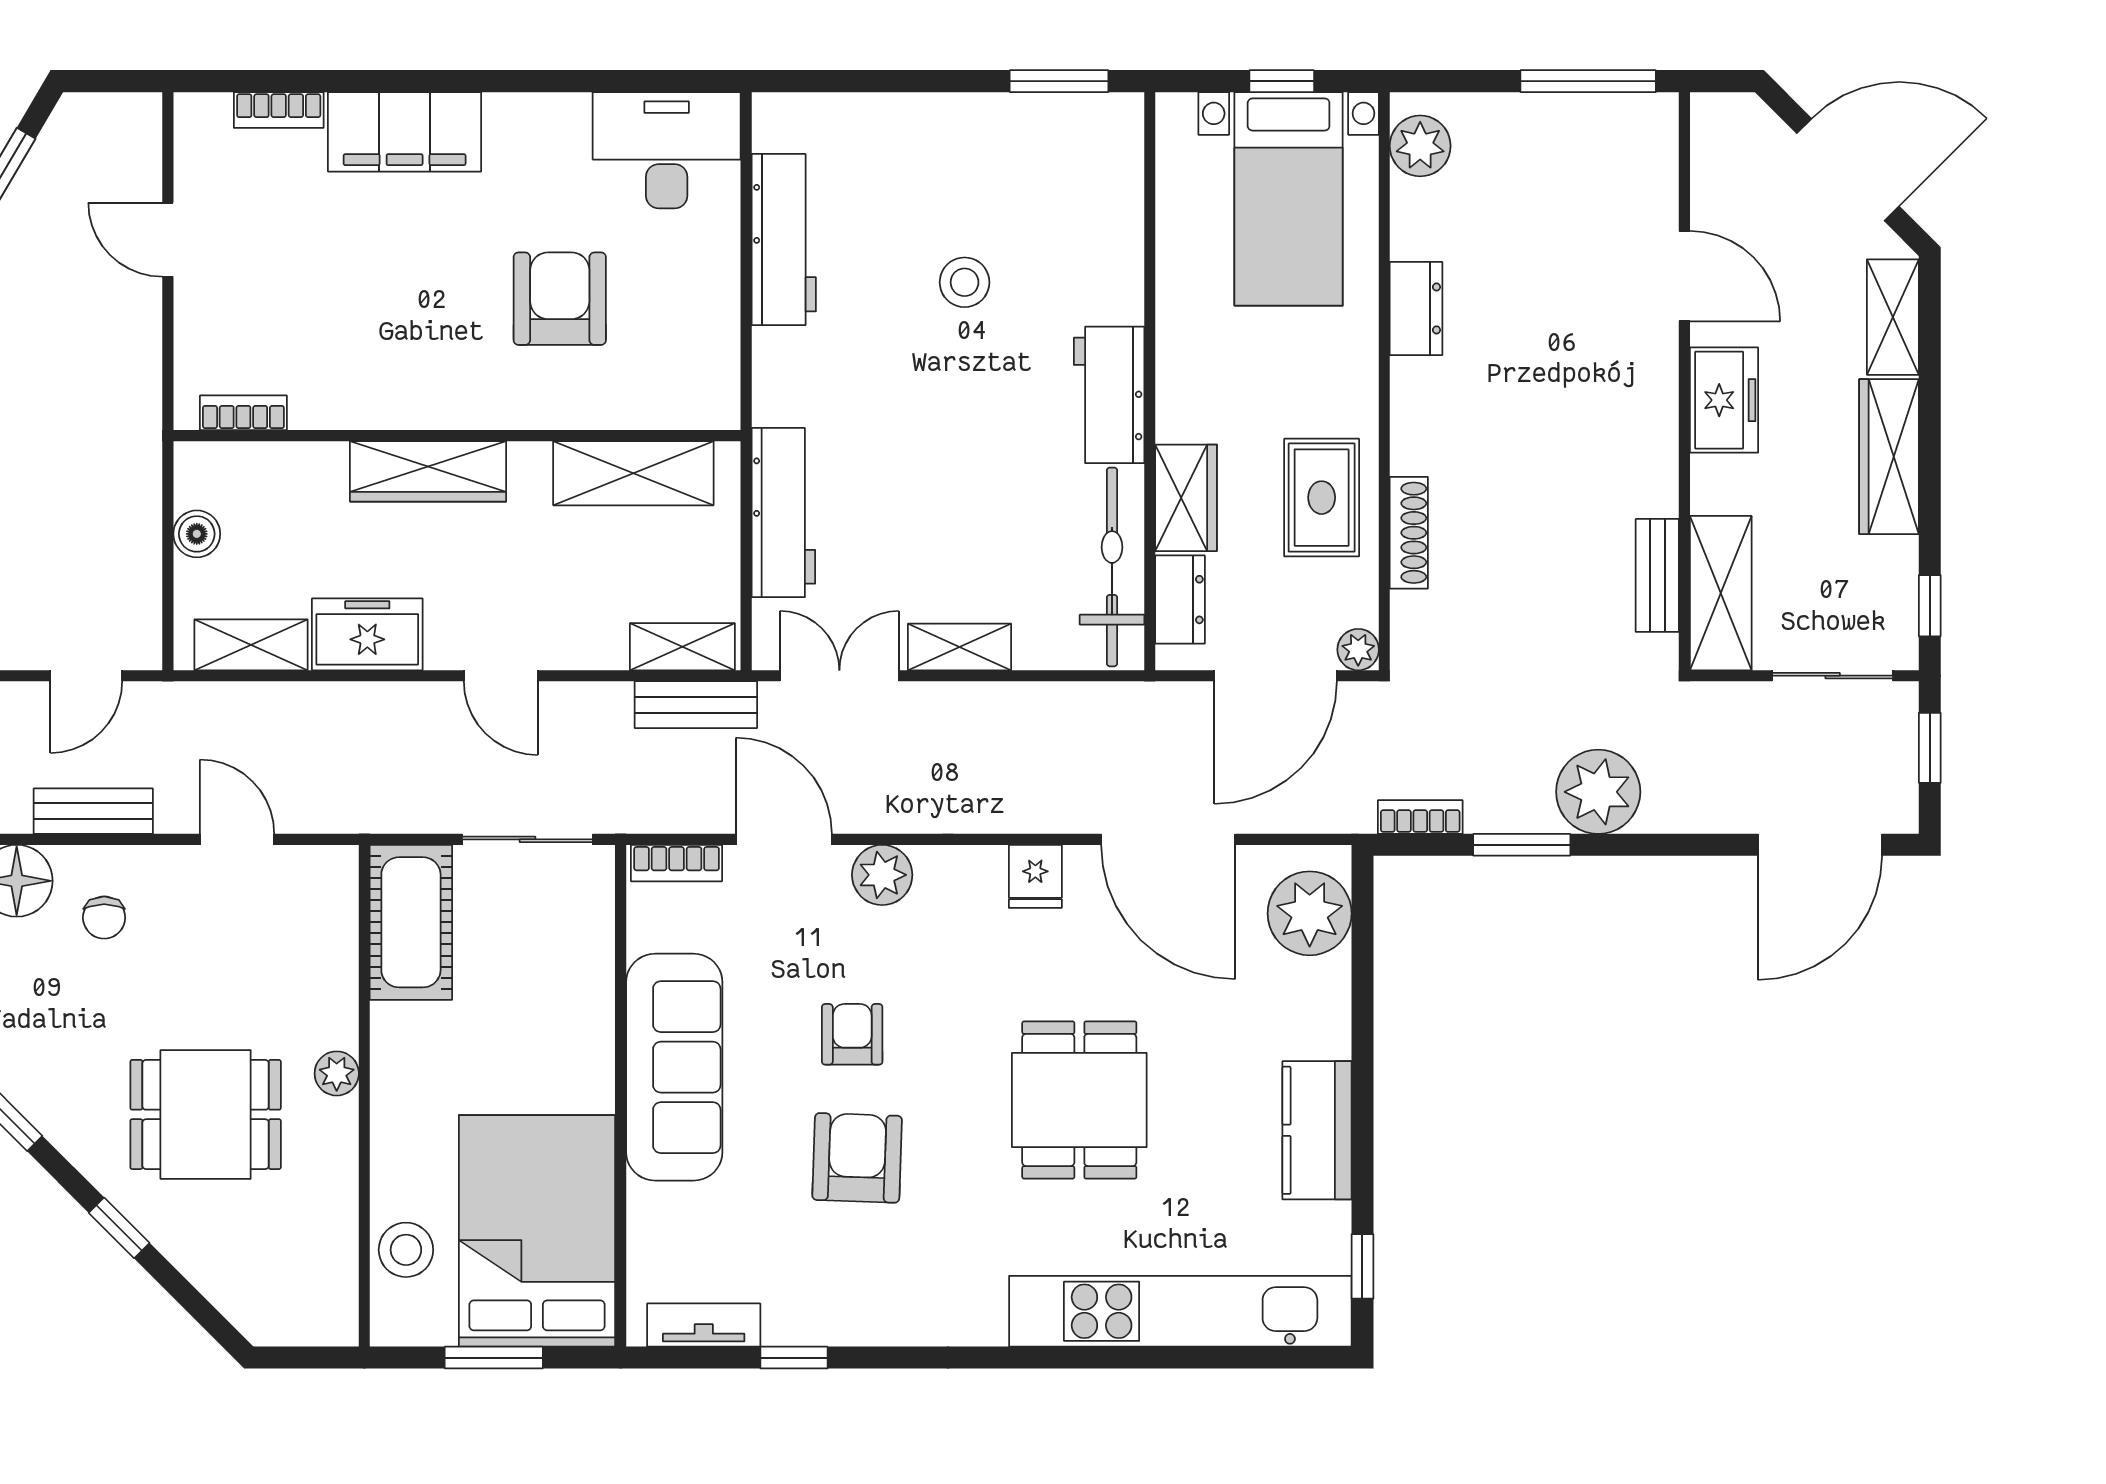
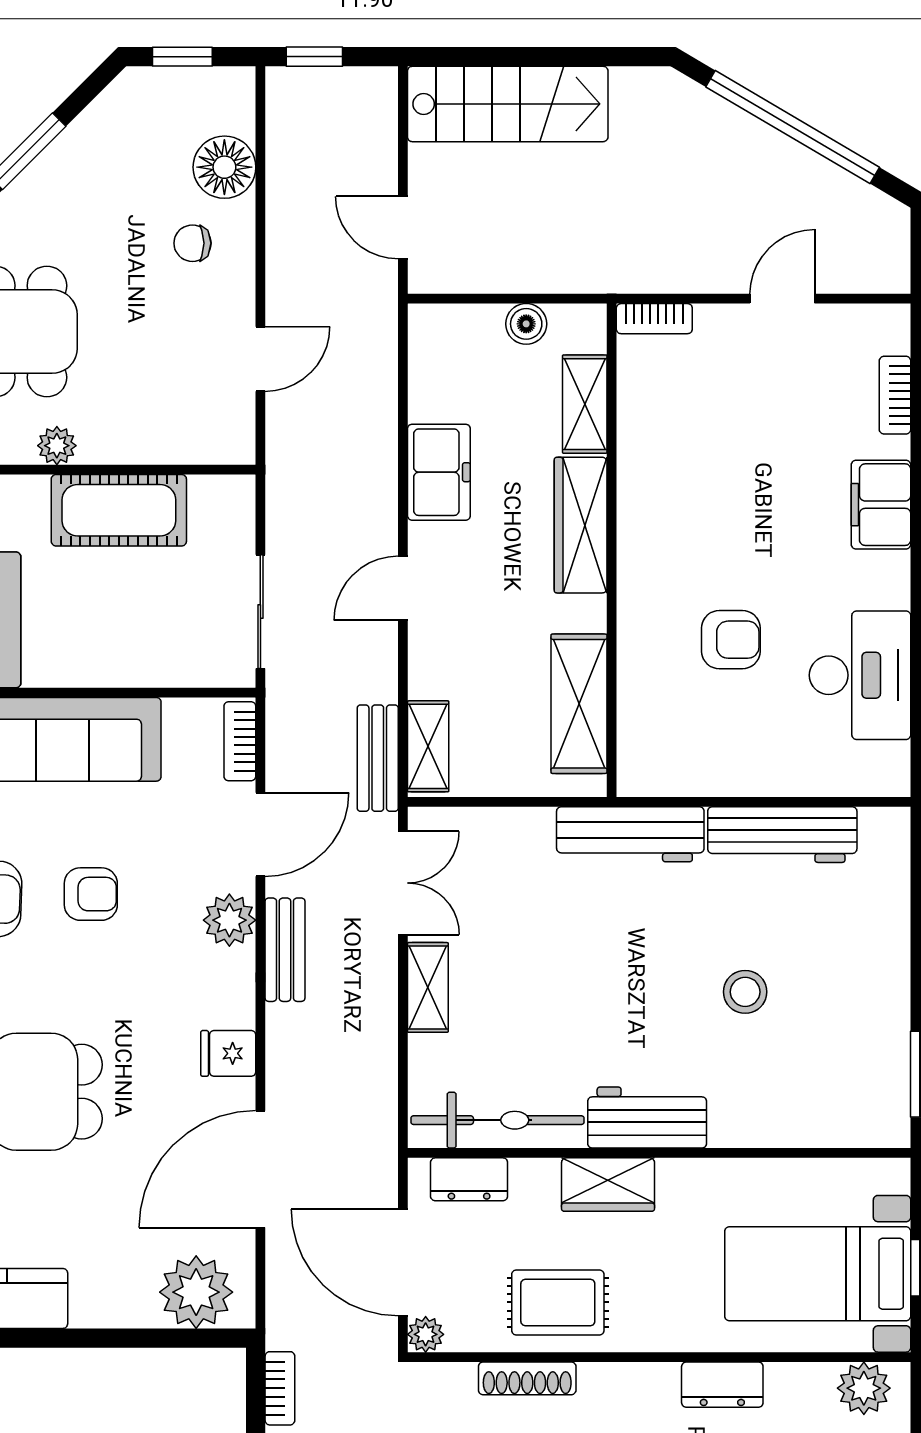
filing cabinet: (405, 132) -> (881, 505), width x0.67, depth x0.86
desk: (667, 150) -> (860, 675), moved
armchair: (560, 299) -> (731, 640), width x0.72, depth x0.72
bookcase: (243, 413) -> (654, 319), moved, turned 90
wardrobe: (1186, 498) -> (608, 1185), moved
workbench: (783, 513) -> (630, 834), moved
shelving: (251, 645) -> (585, 404), moved
bench: (93, 811) -> (285, 950), moved
cot: (411, 922) -> (119, 510), moved

